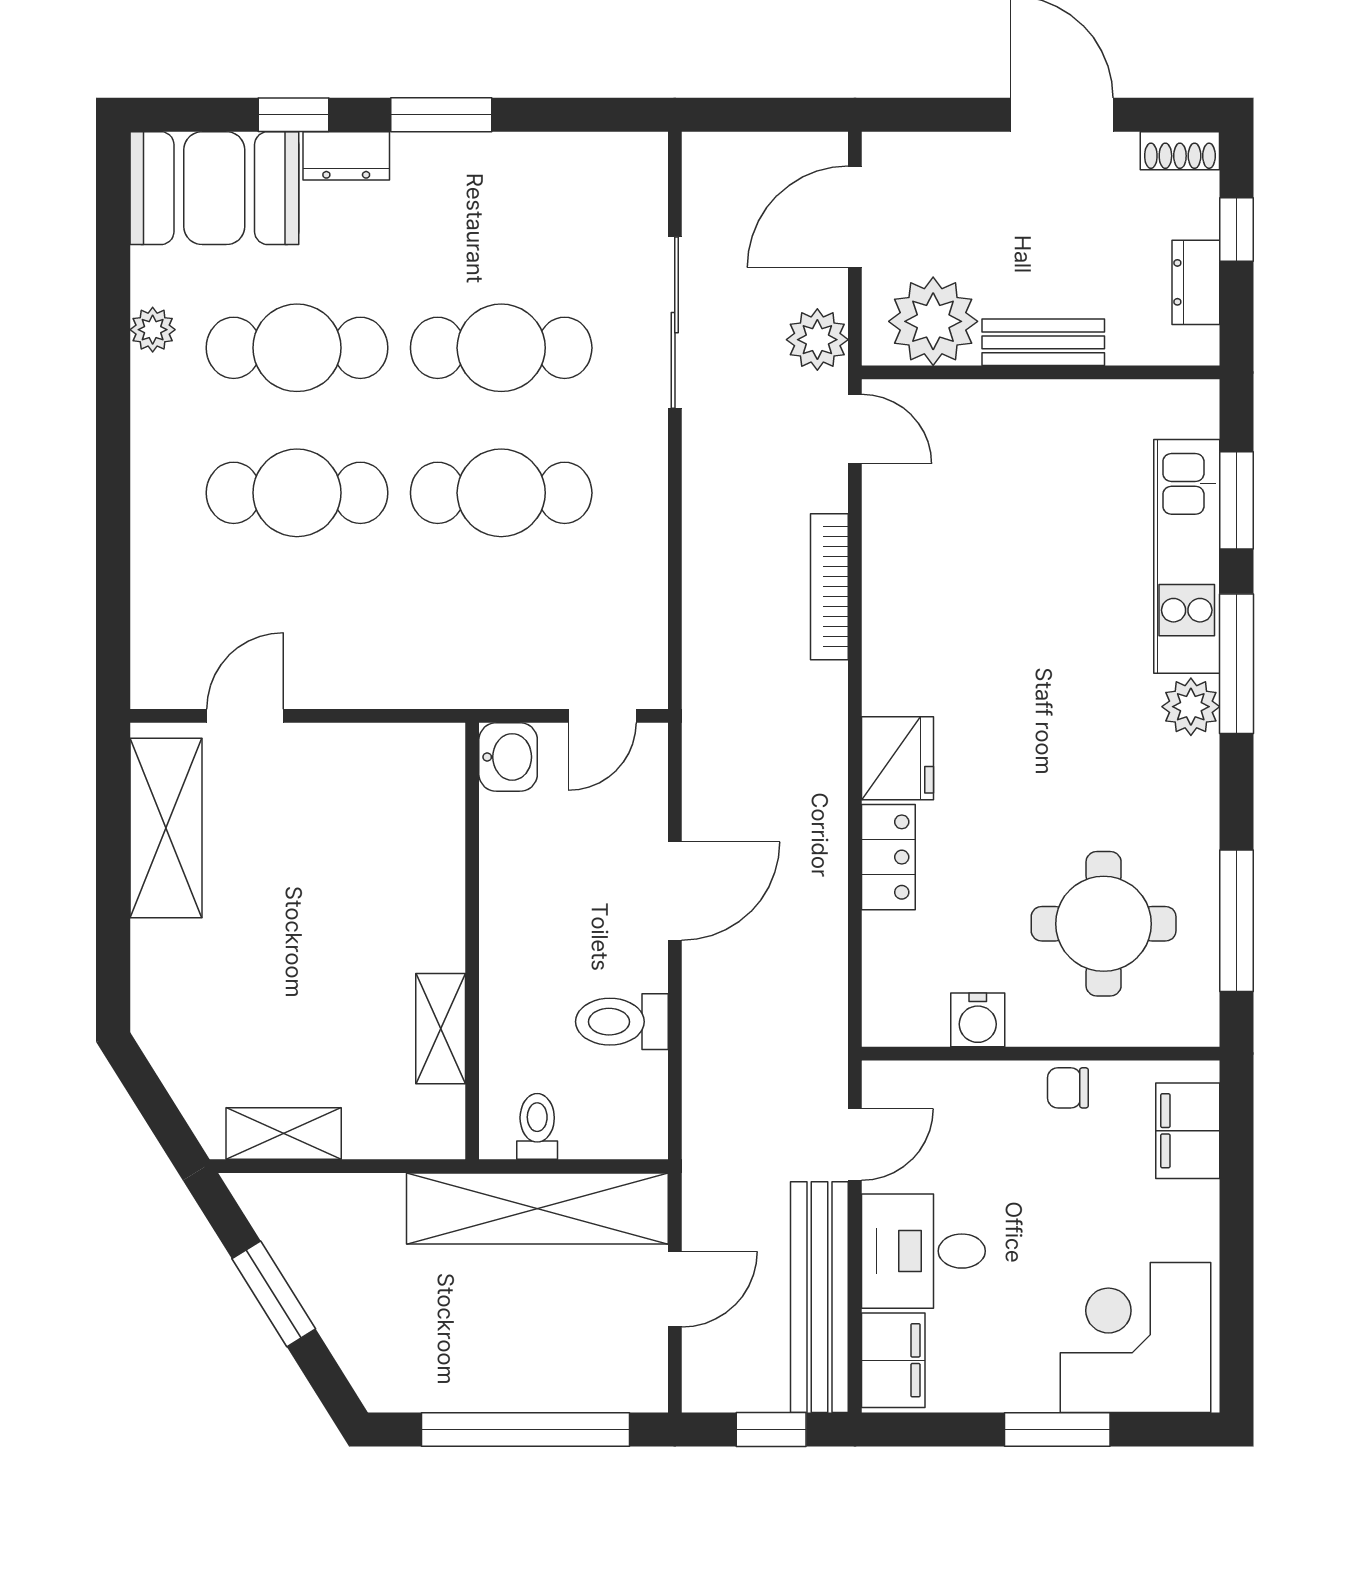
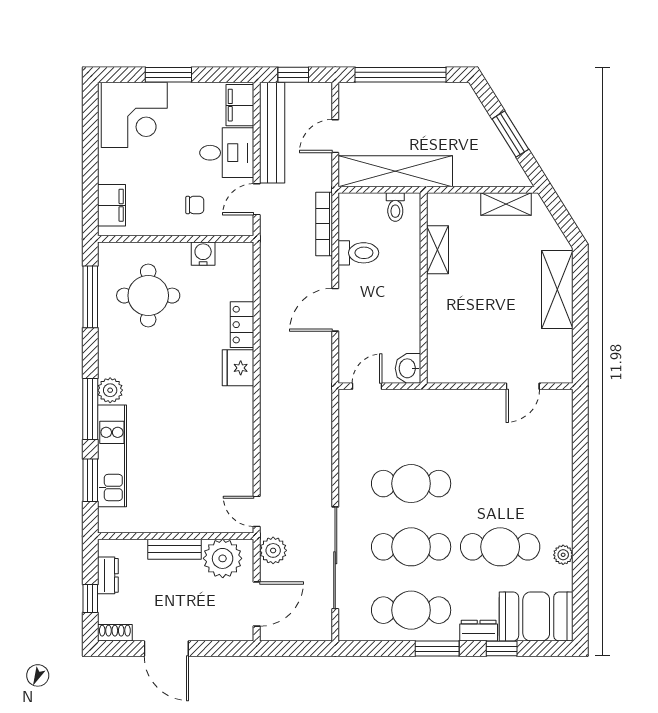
sliding door: (675, 323) -> (335, 558), width x1.36
cafe table: (297, 493) -> (411, 610), moved
bookcase: (829, 587) -> (324, 224), moved, turned 180
shelving: (166, 828) -> (557, 290), moved
chair: (1068, 1088) -> (195, 205), moved

